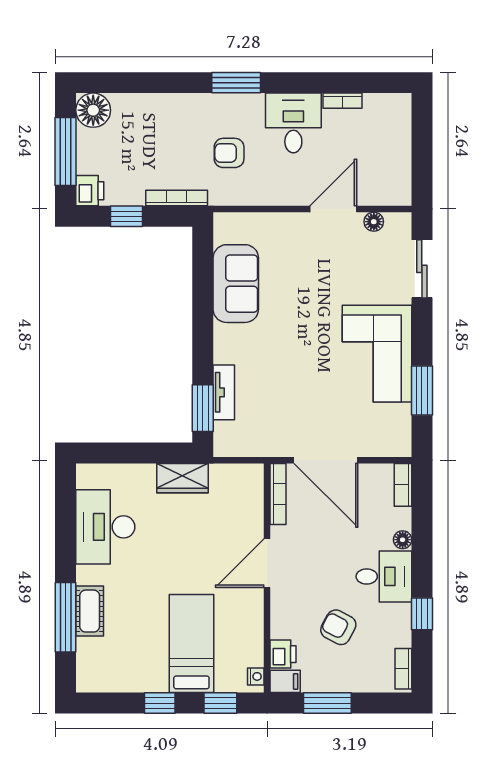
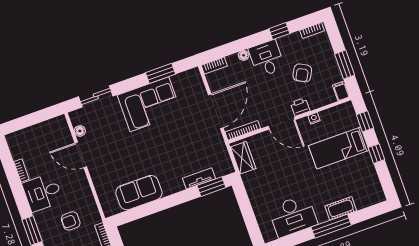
armchair: (229, 153) -> (71, 221), turned 90
wardrobe: (183, 478) -> (243, 158), moved
window: (66, 617) -> (331, 226), moved
printer: (283, 654) -> (300, 107), moved
nightstand: (256, 676) -> (314, 118), moved

